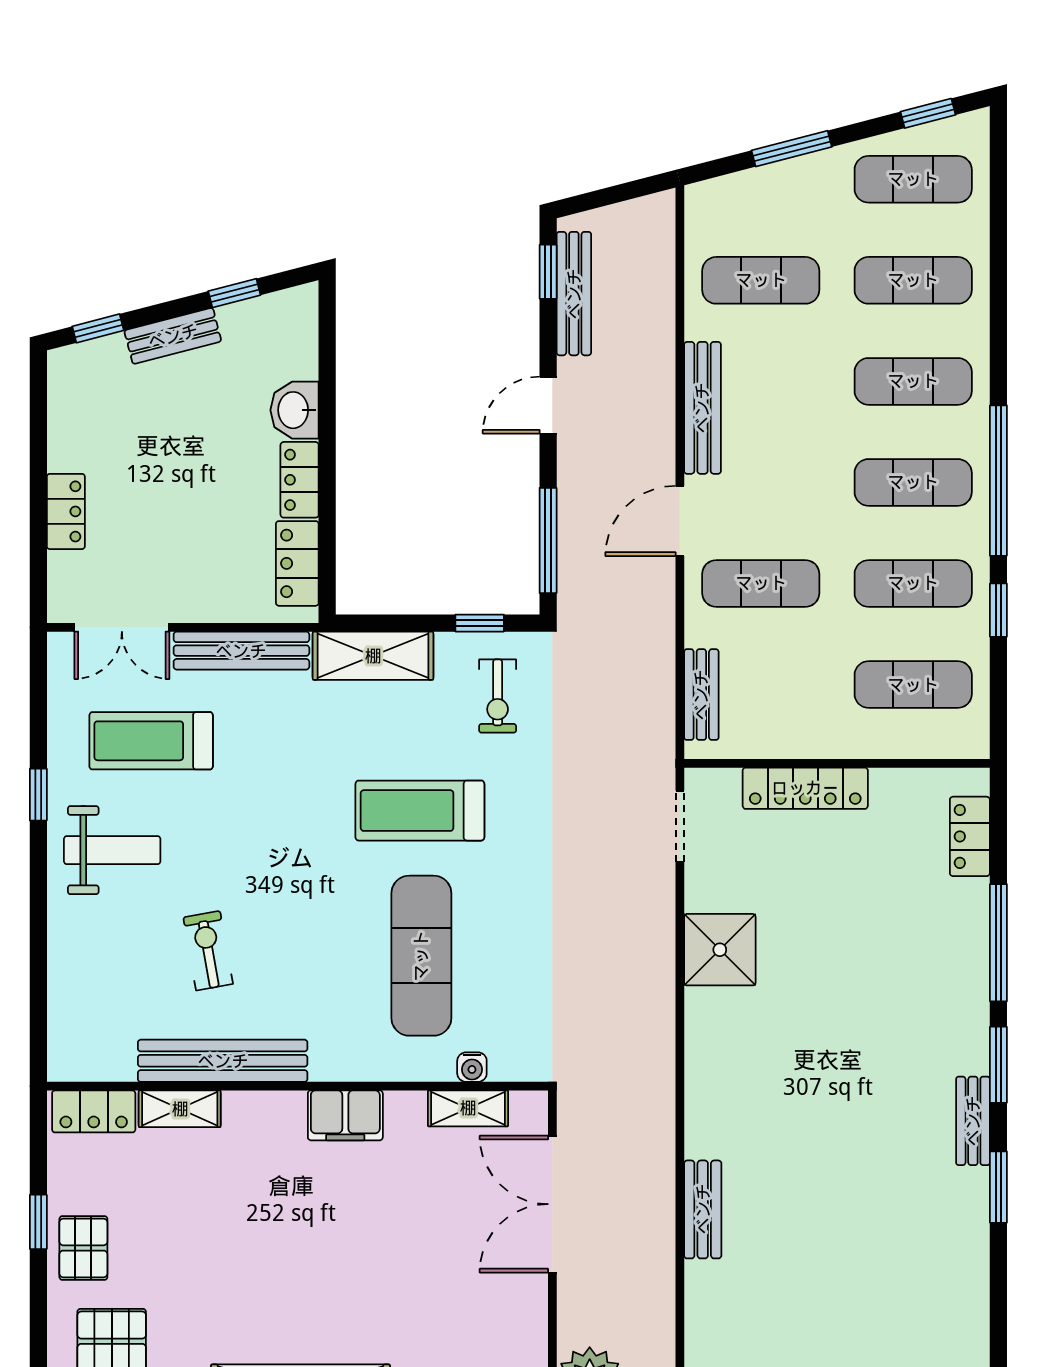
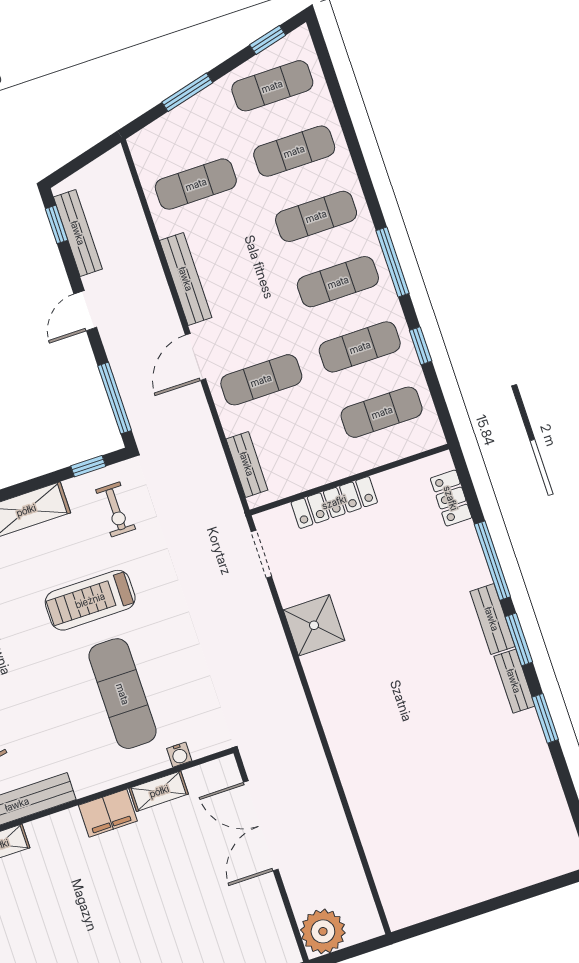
window: (998, 481) -> (393, 262), width x0.68
shelving: (468, 1108) -> (159, 791), moved
bench: (703, 1209) -> (492, 619), moved

